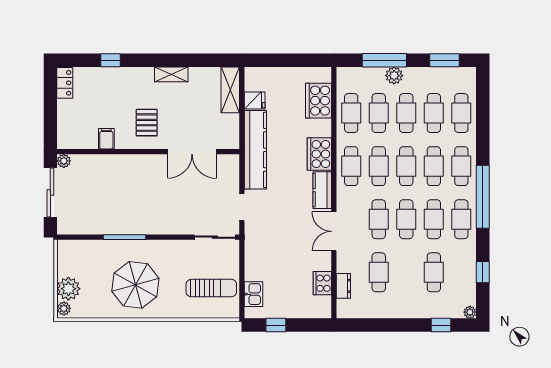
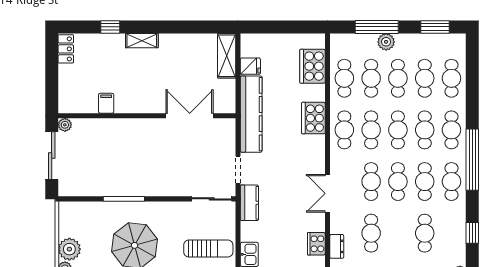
shelving: (171, 74) -> (142, 41), moved
pallet: (147, 123) -> (145, 88), removed
double door: (192, 152) -> (190, 116), swing flipped
kitchen counter: (322, 190) -> (249, 203), moved, turned 180

